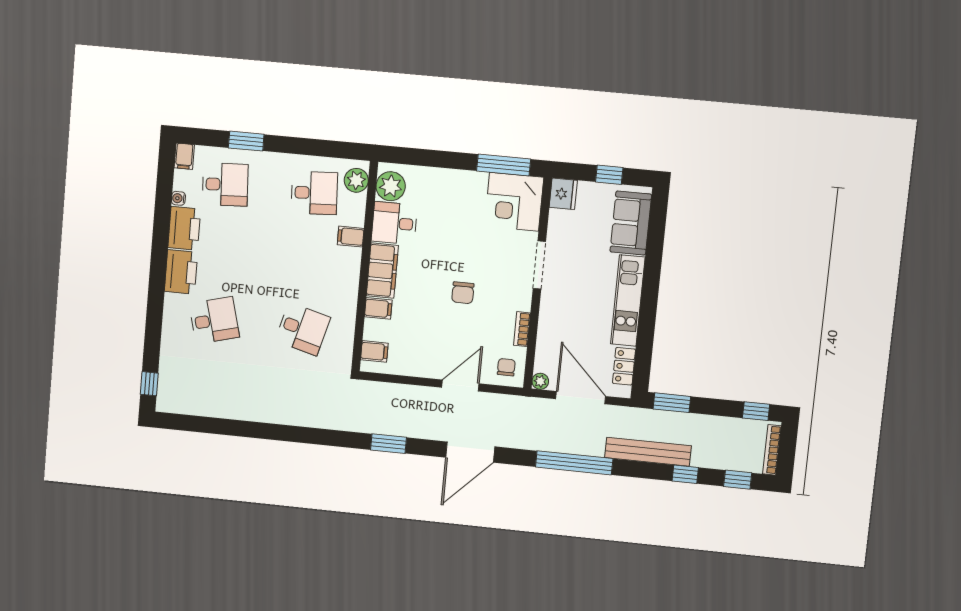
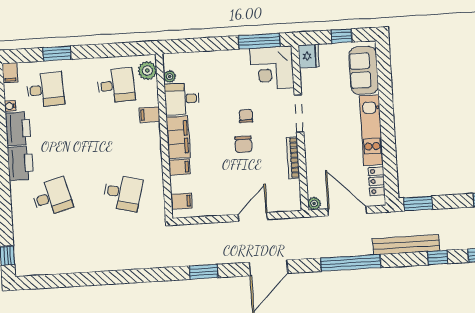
plant: (391, 186) -> (170, 77), width x0.53, depth x0.53
bookcase: (522, 329) -> (293, 158), width x1.56
chair: (506, 367) -> (246, 116), moved

